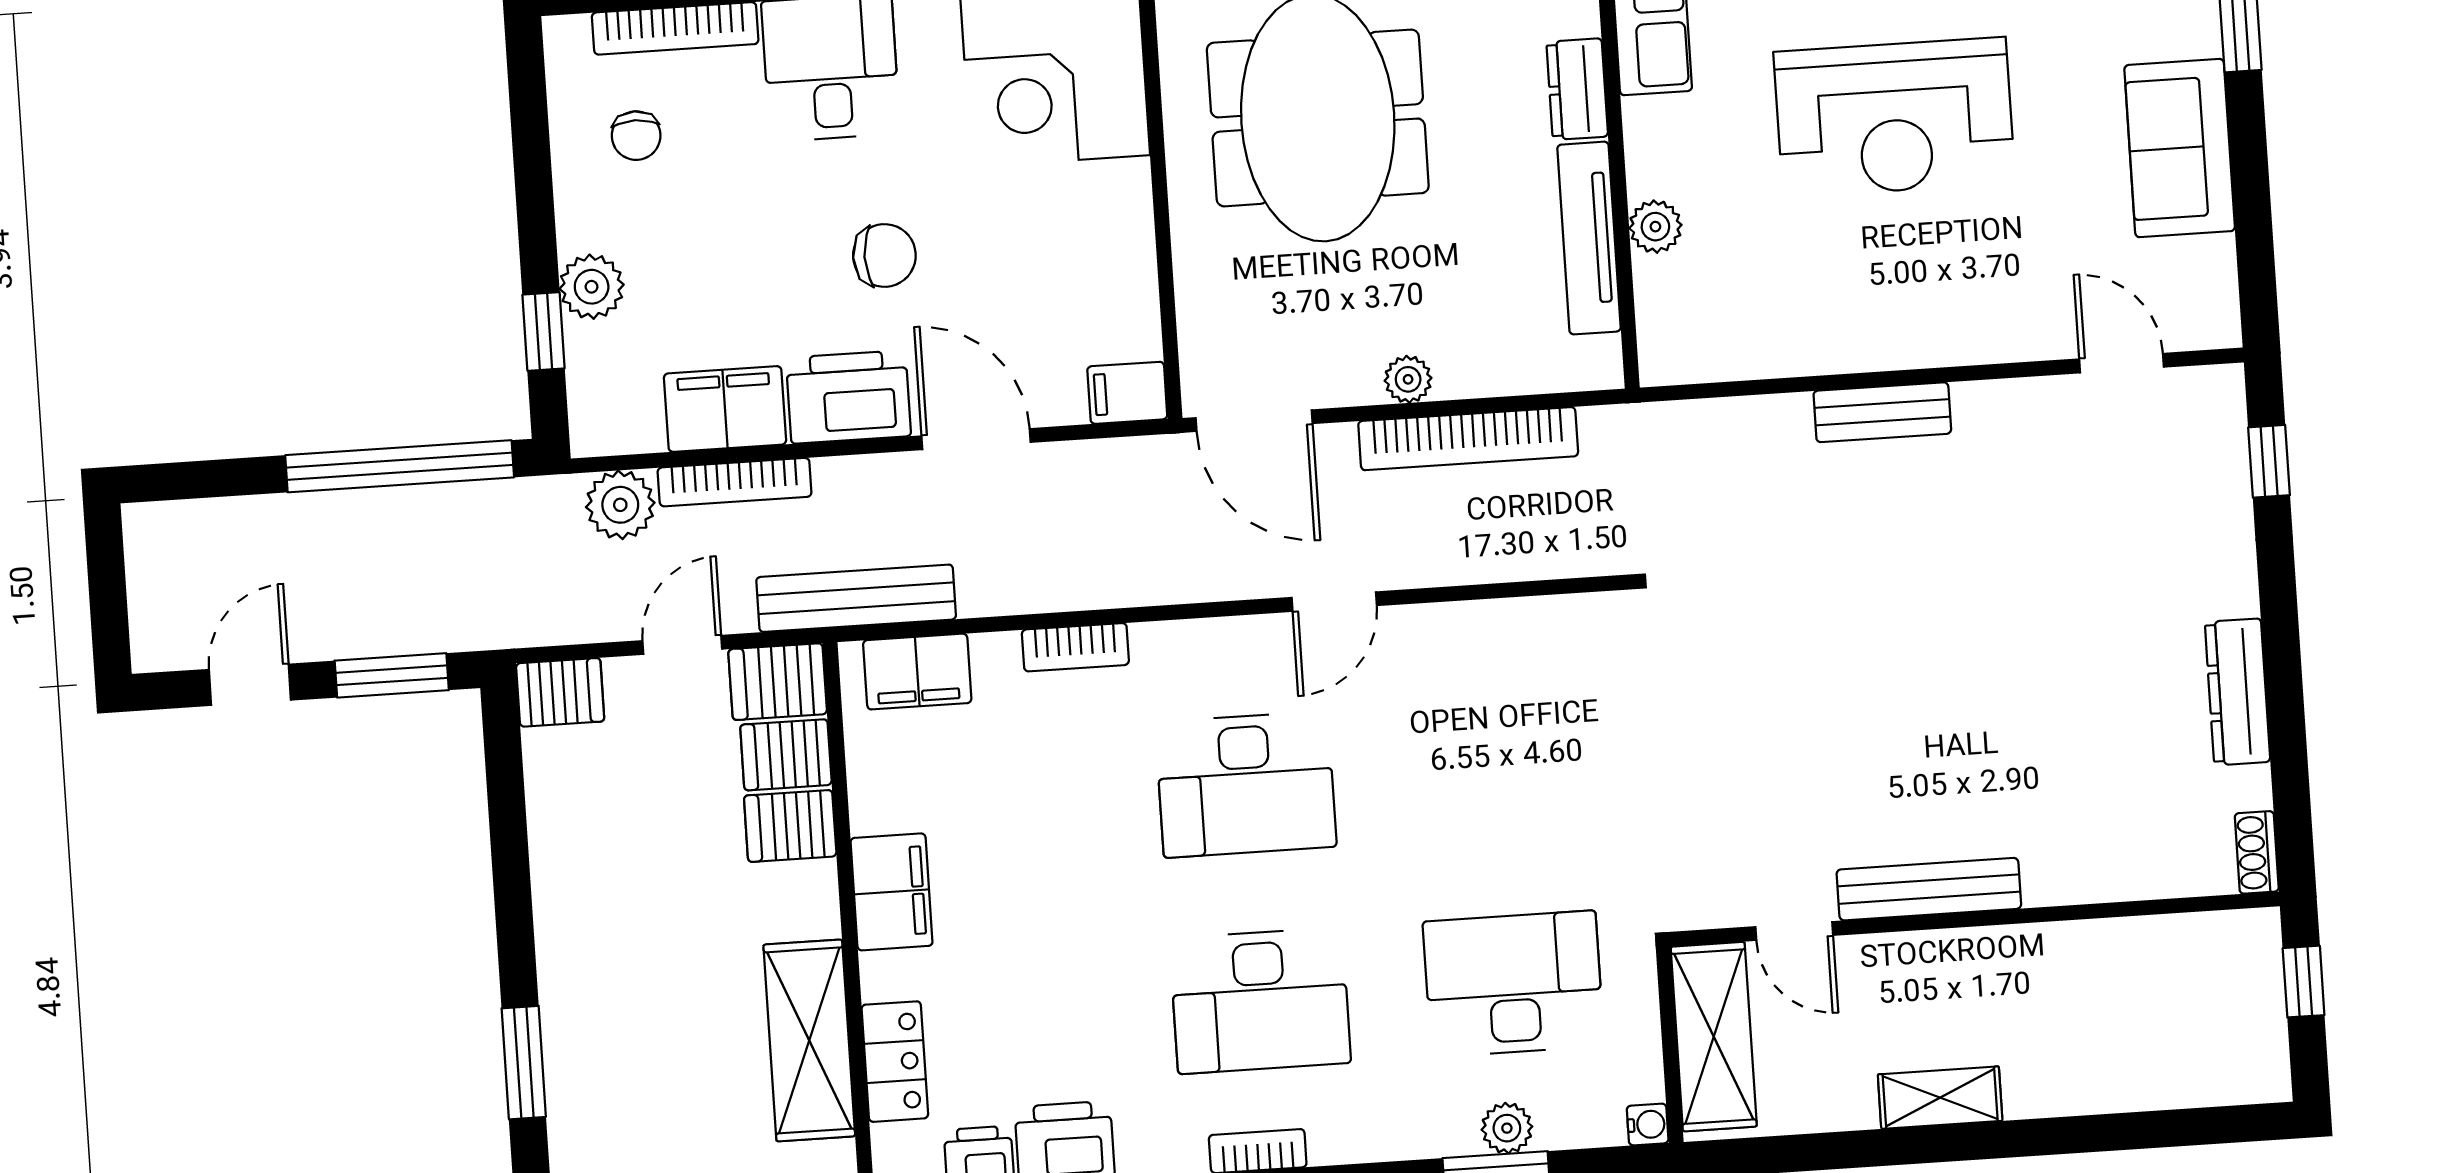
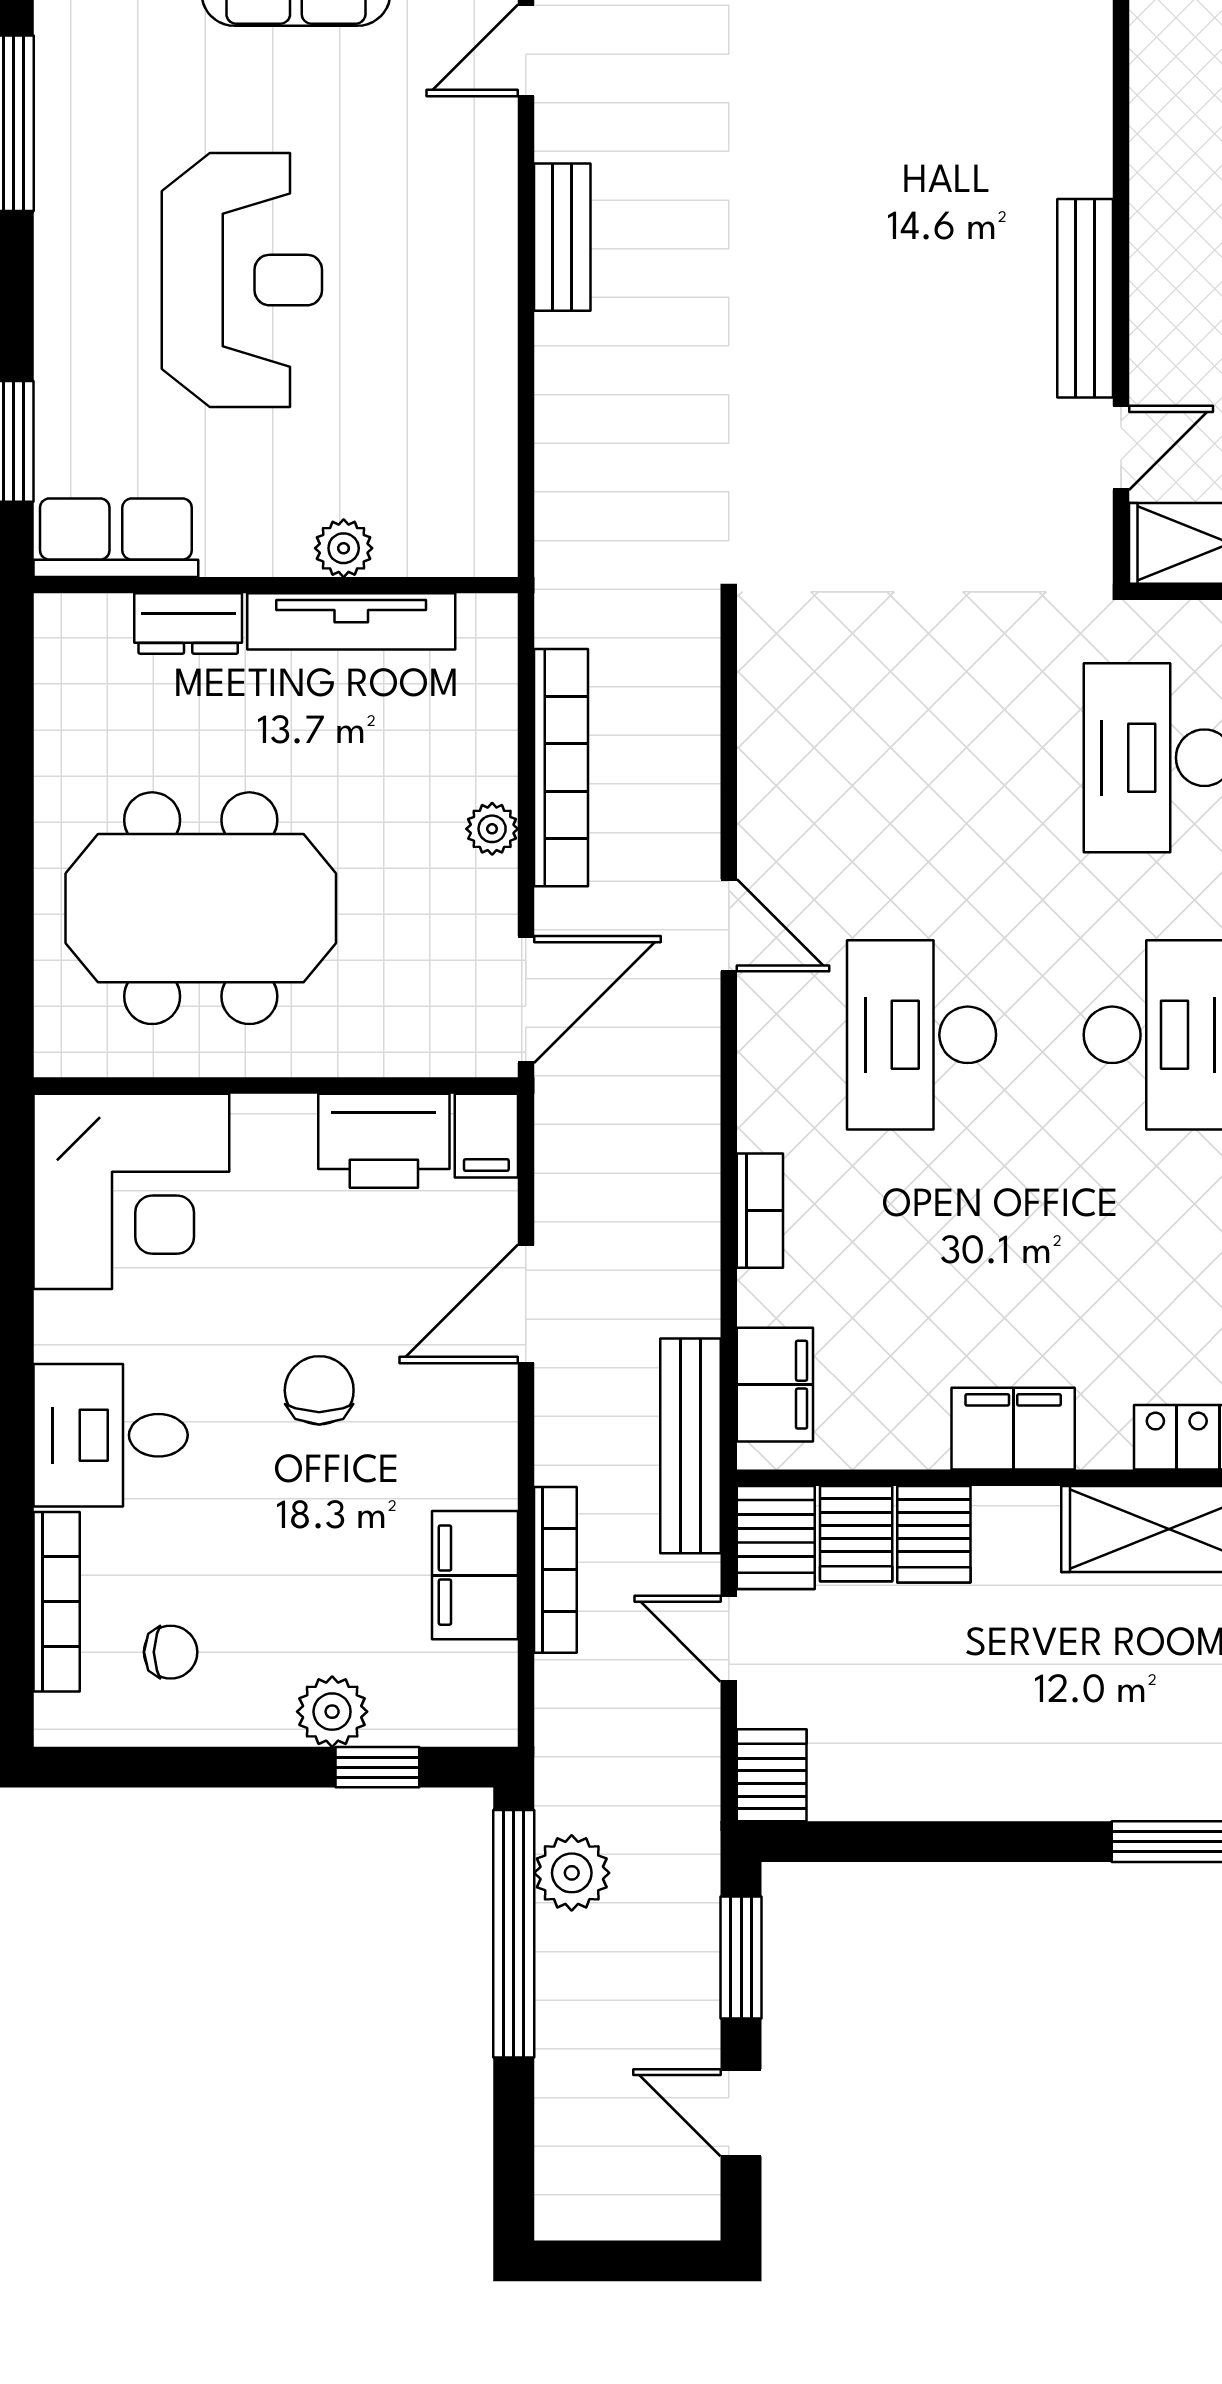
printer: (848, 397) -> (384, 1141), moved, turned -90
bench: (1882, 412) -> (562, 237), moved
plant: (620, 505) -> (572, 1873), moved
desk: (1246, 784) -> (922, 1035), turned 180

